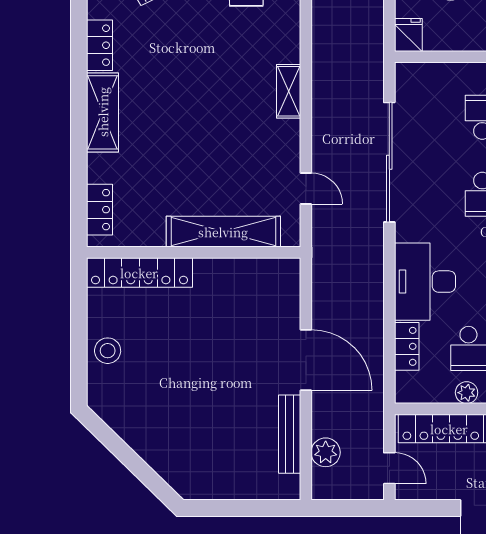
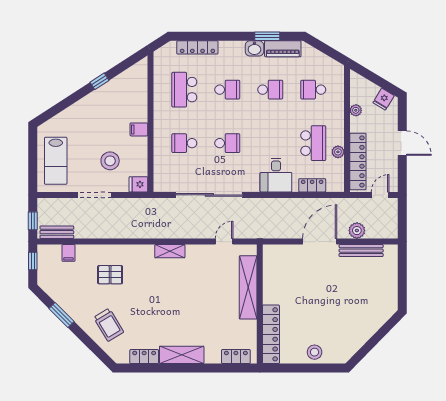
desk: (425, 282) -> (276, 175), width x0.73
plant: (326, 452) -> (357, 231), moved

